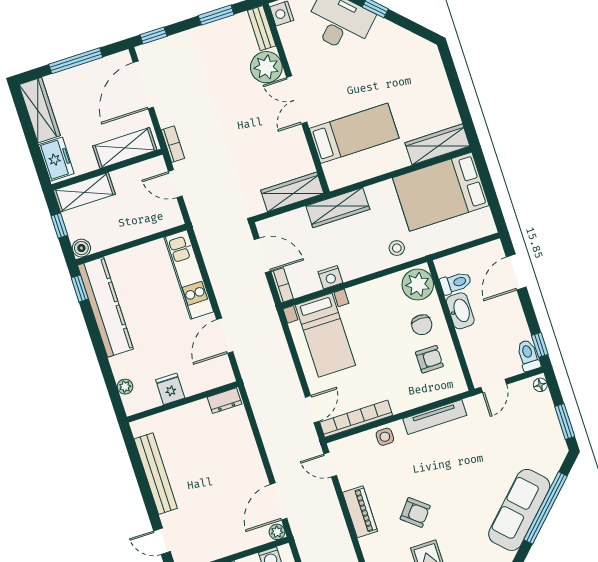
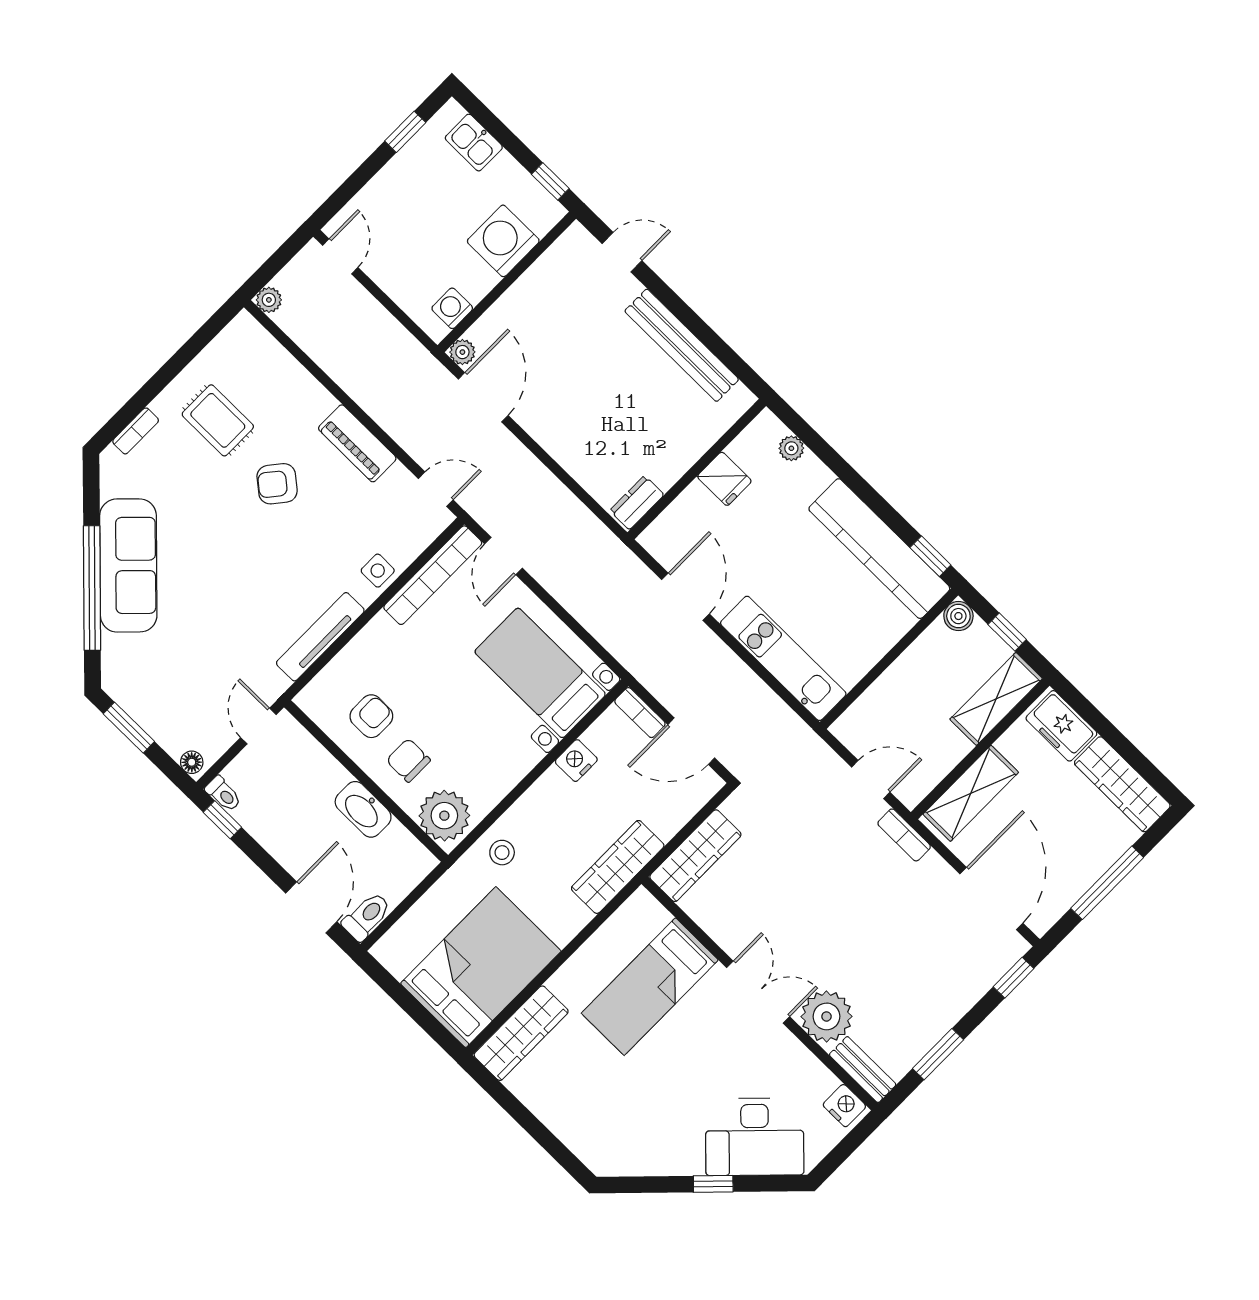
toilet: (456, 283) -> (367, 916), moved, turned 180
toilet: (528, 355) -> (223, 794), width x0.73, depth x0.72
armchair: (429, 359) -> (371, 716), turned 180

